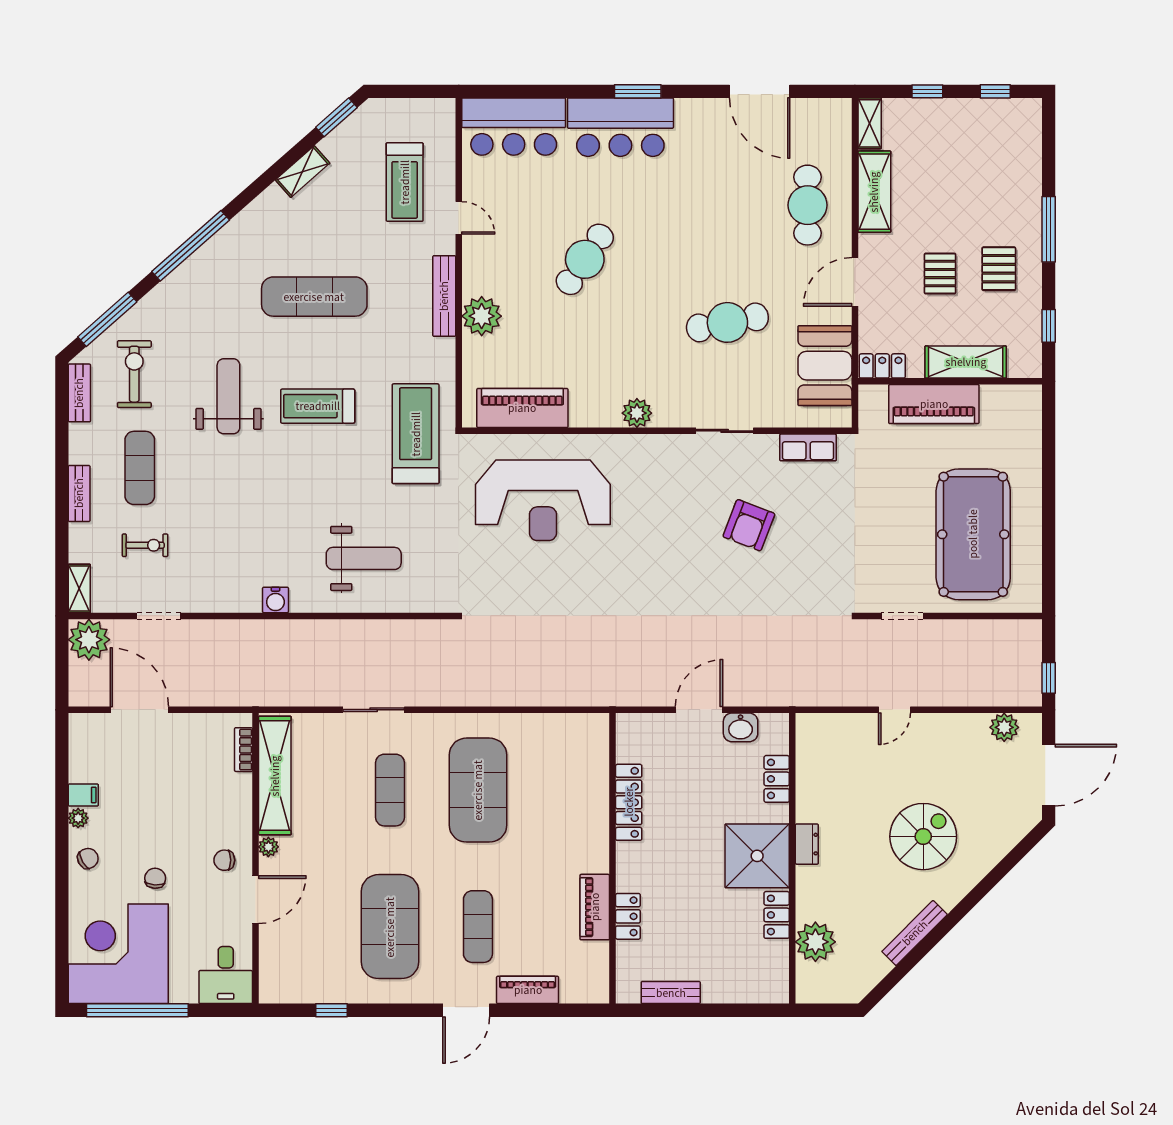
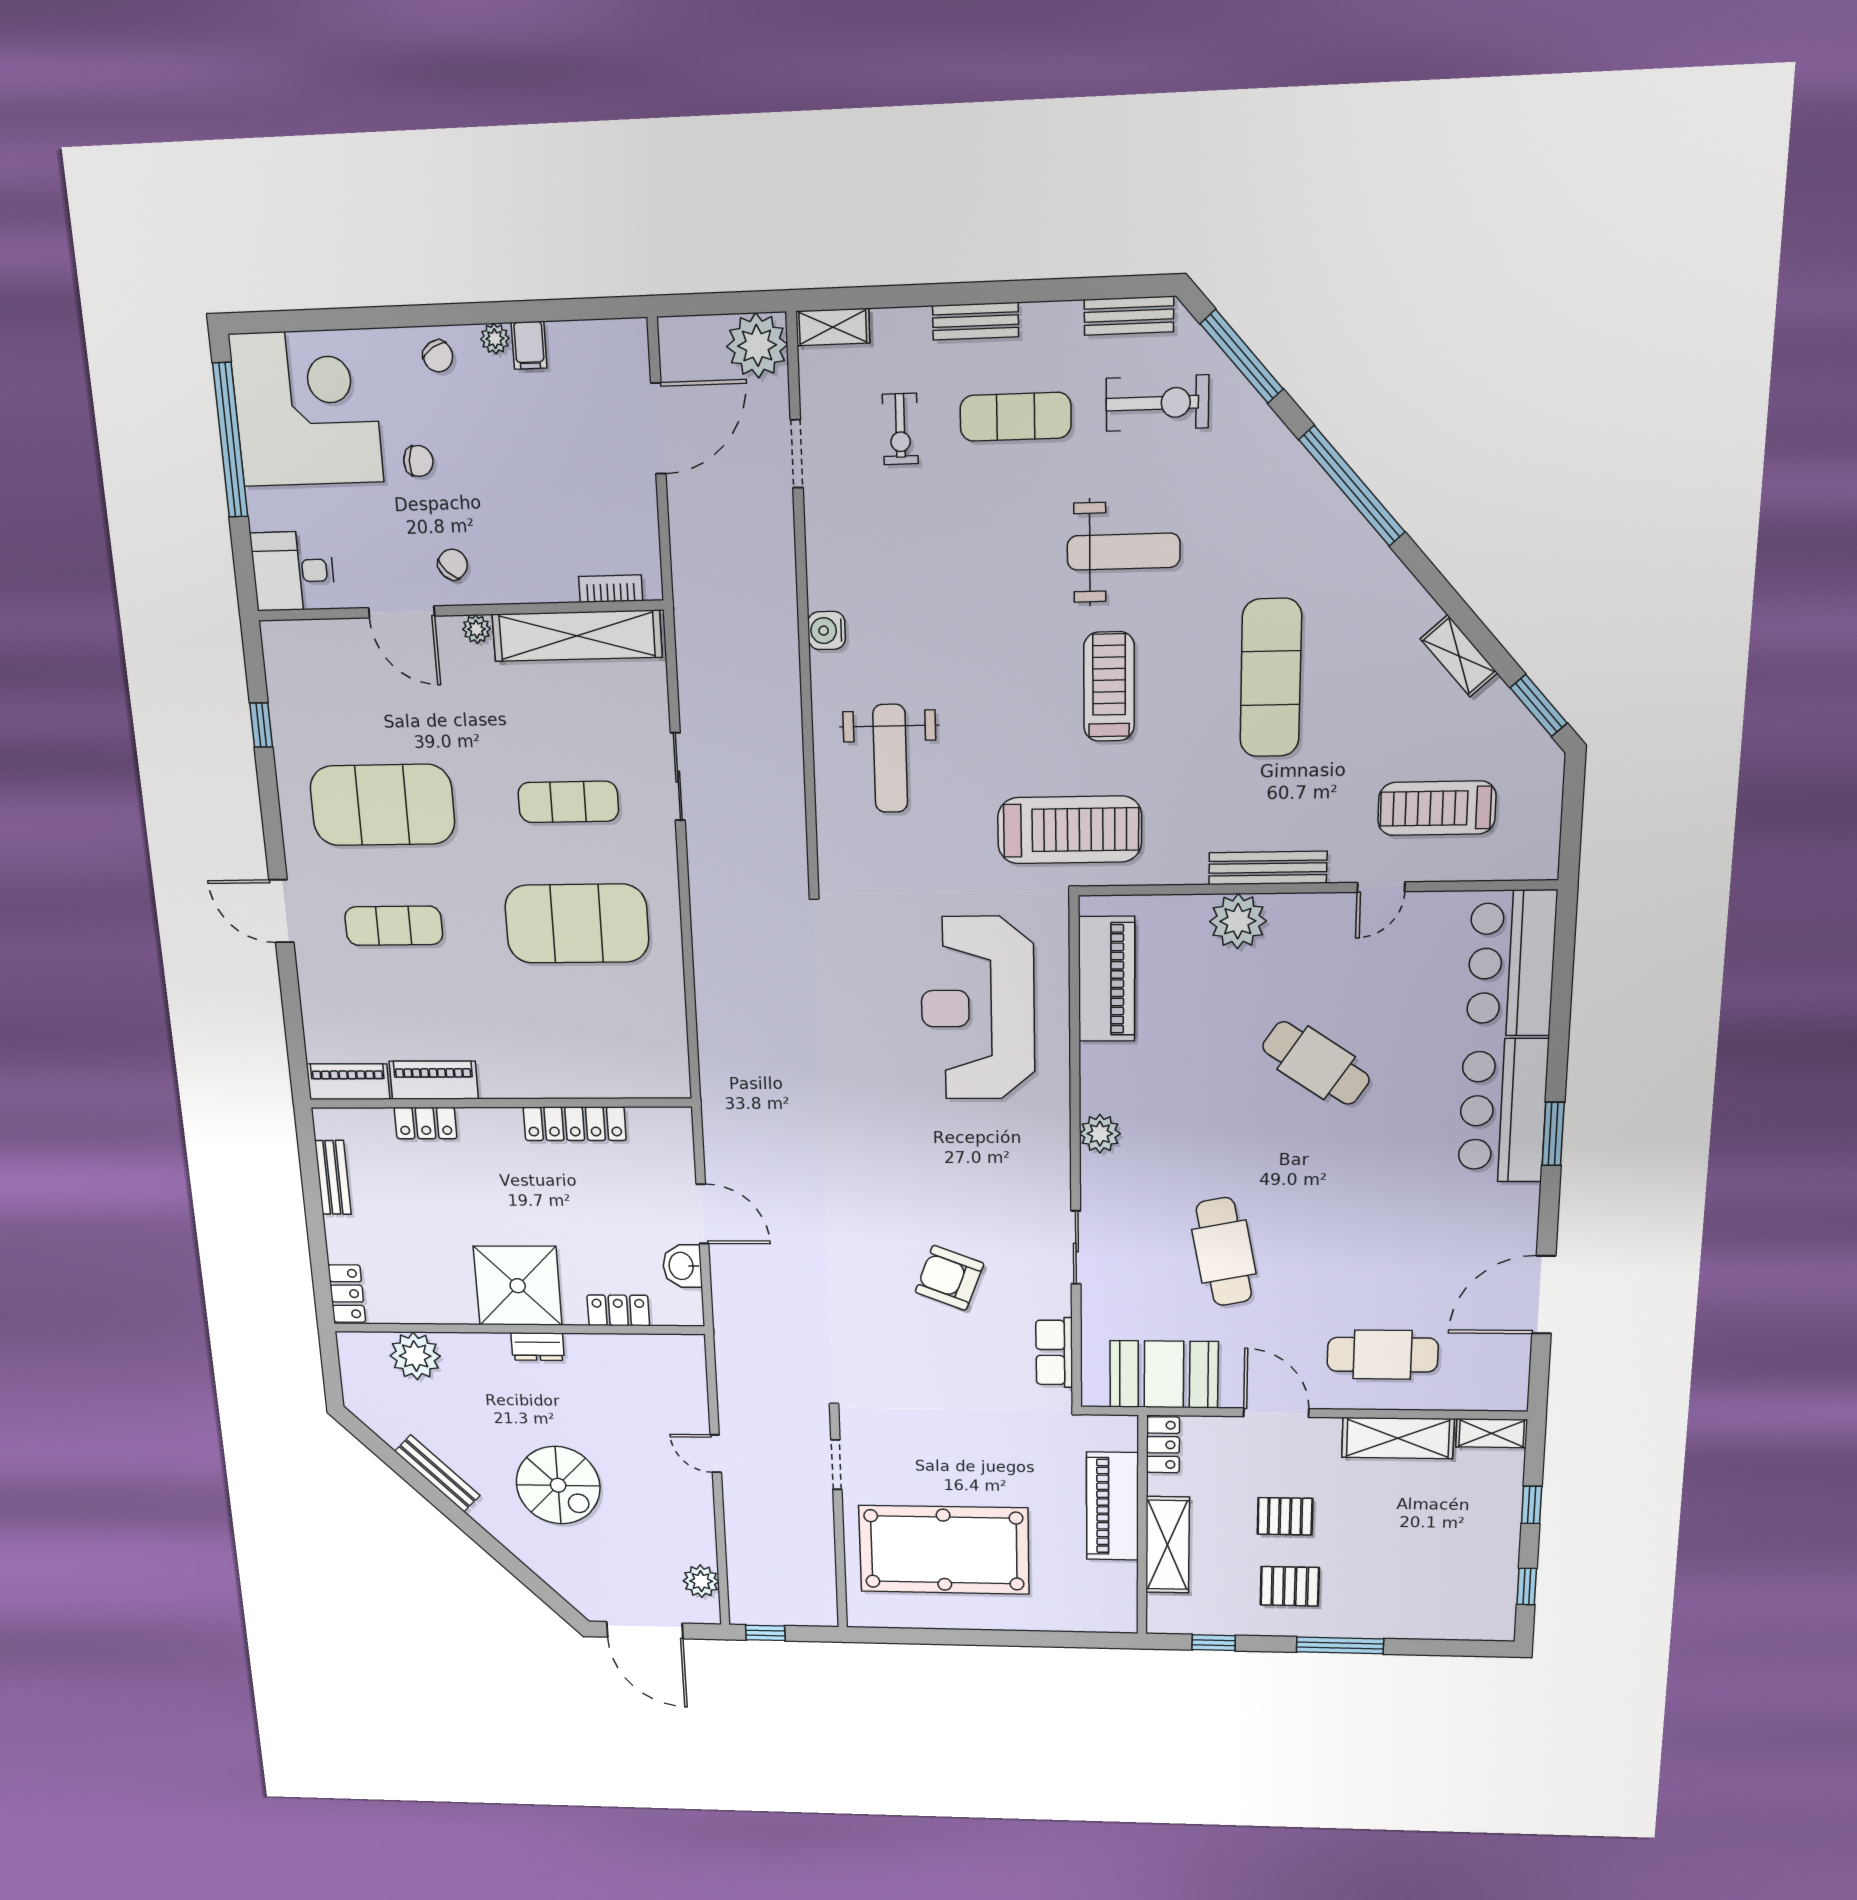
chair: (224, 860) -> (453, 564), turned 43
locker: (777, 915) -> (347, 1294), moved, turned 90
piano: (528, 990) -> (348, 1082), moved, turned -90

